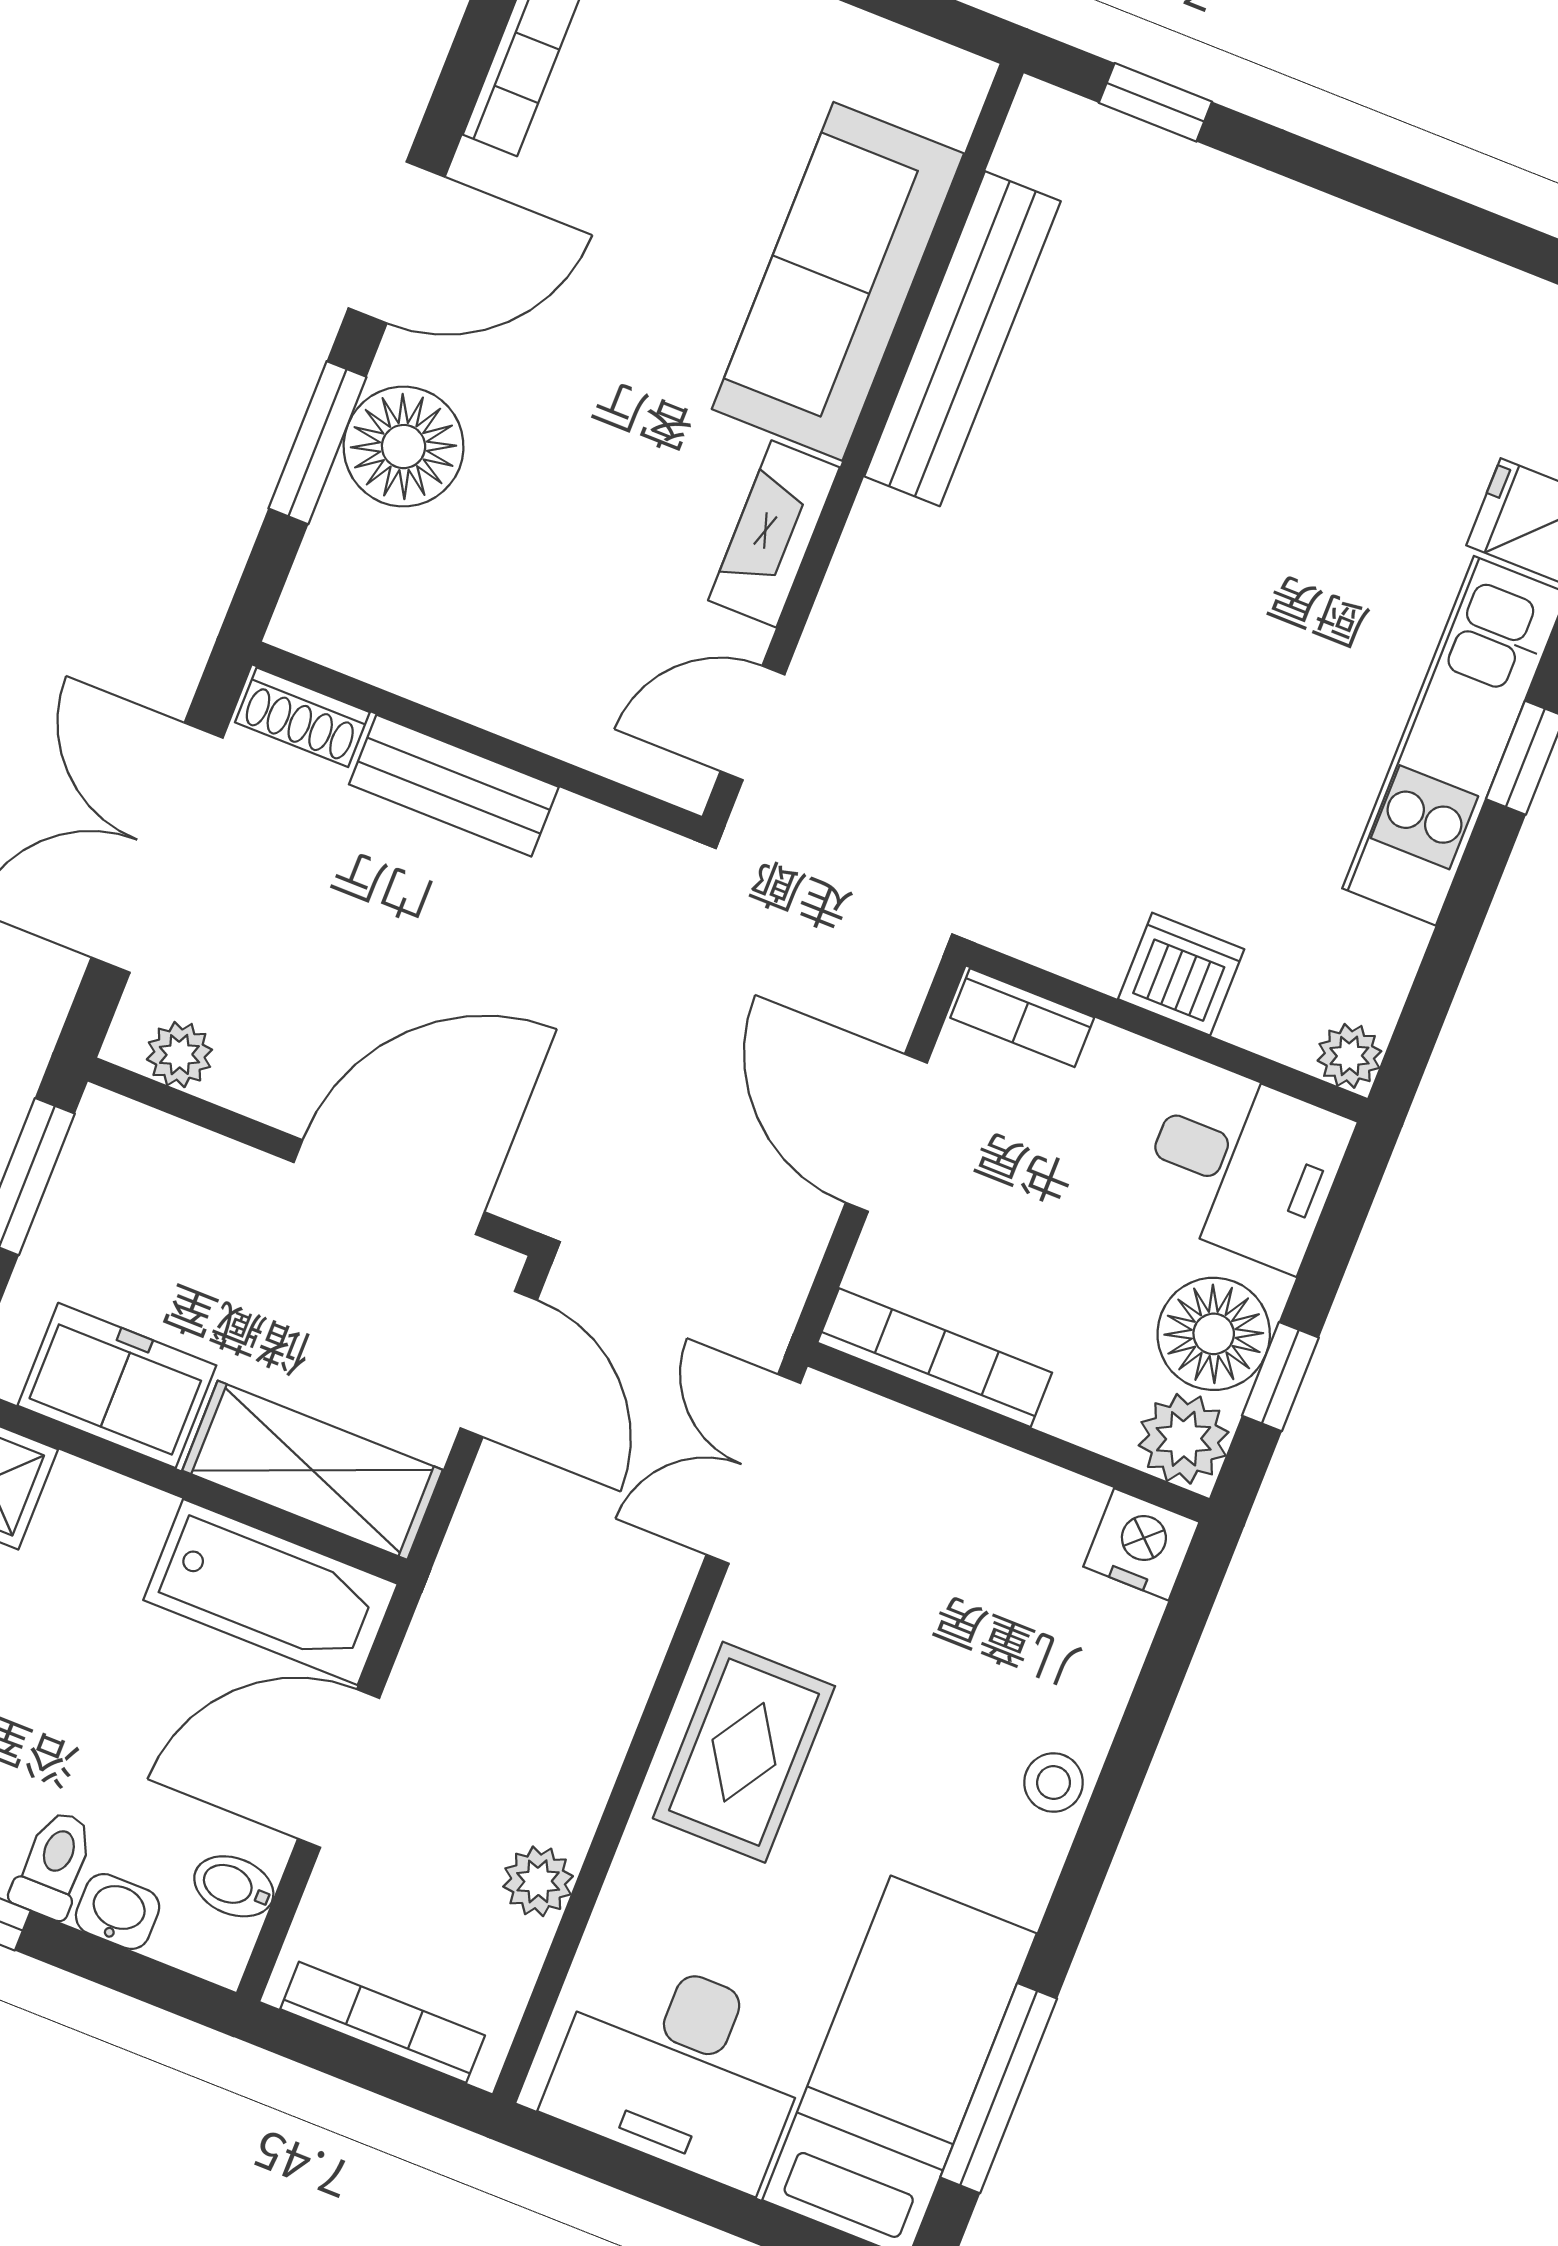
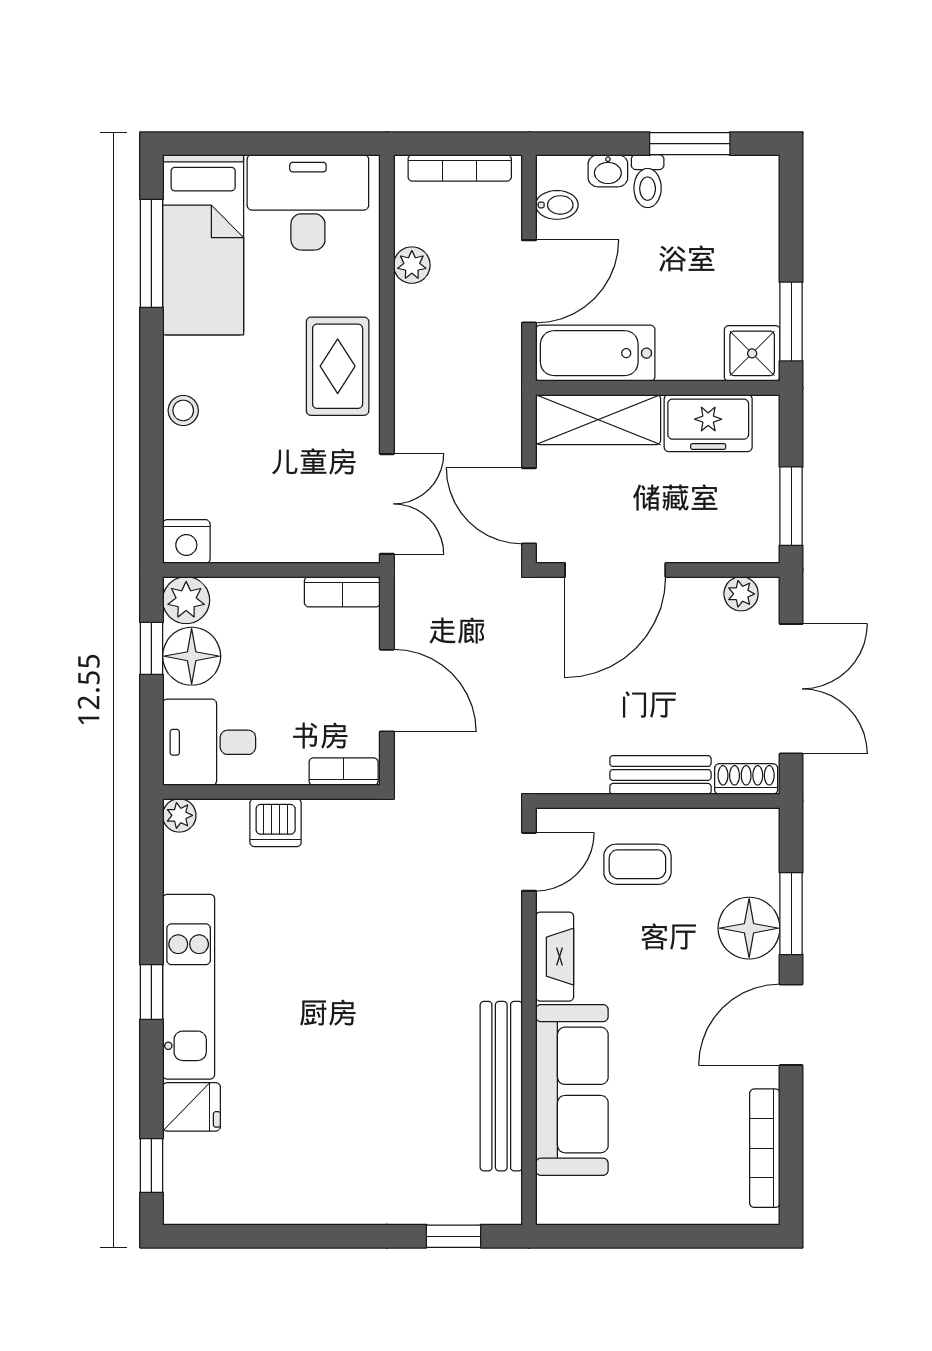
coffee table: (559, 641) -> (637, 864), added
bookcase: (935, 1358) -> (342, 592), width x0.64

